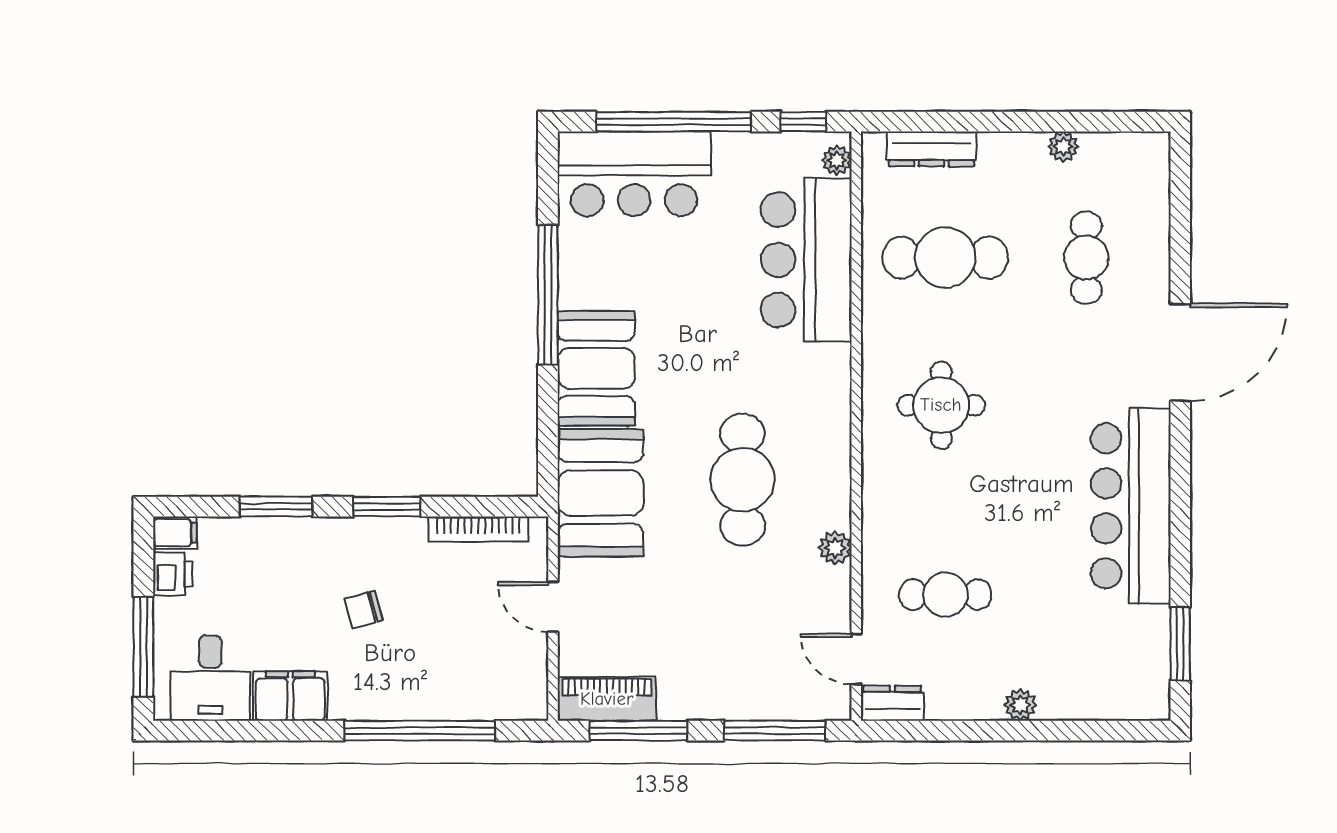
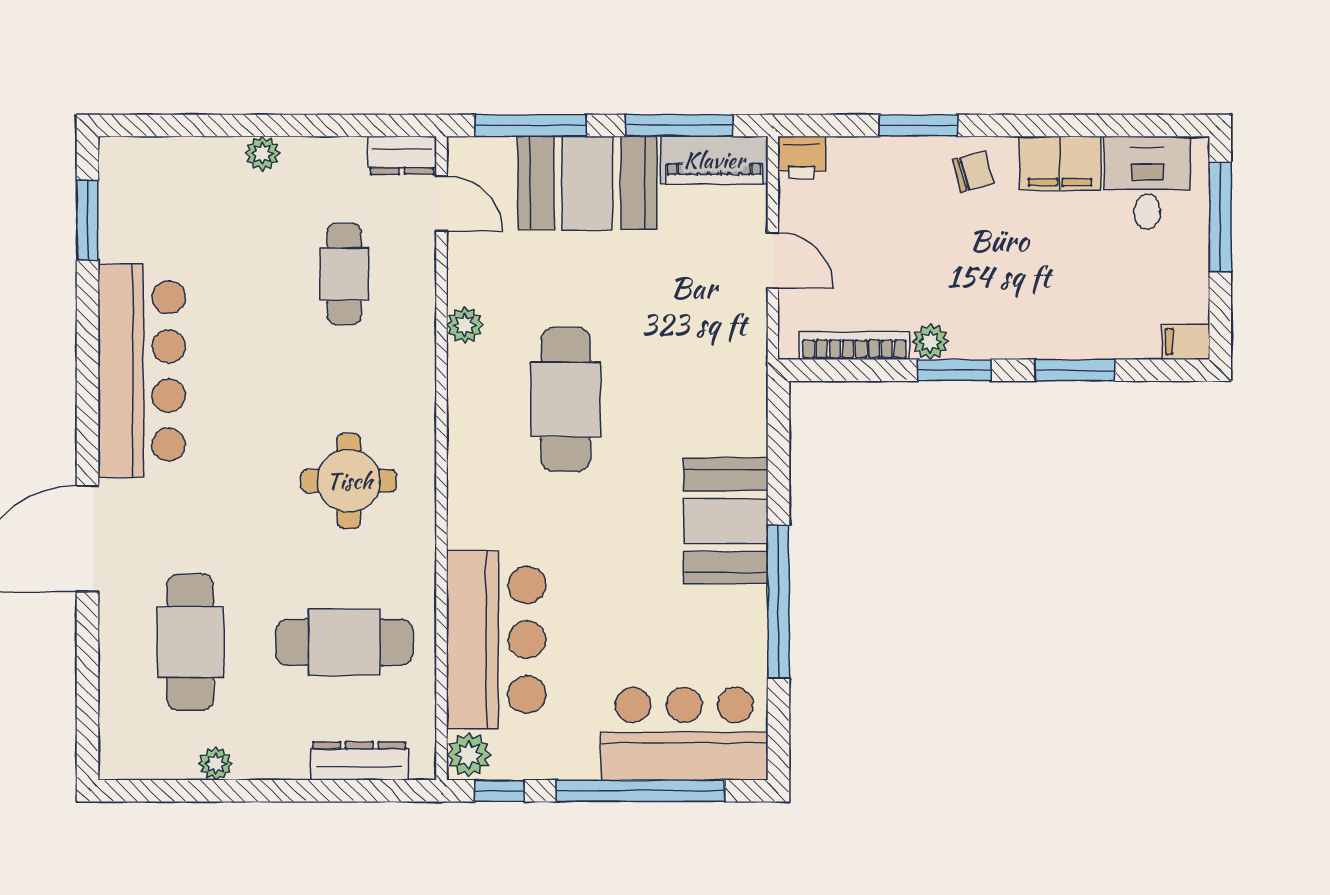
plant: (837, 160) -> (469, 755), width x1.38, depth x1.38
cafe table: (1086, 258) -> (190, 642), width x1.37, depth x1.35
booth: (600, 493) -> (587, 183), moved, turned 90
plant: (409, 533) -> (930, 342), added
printer: (173, 574) -> (802, 158), moved, turned -90
cafe table: (945, 595) -> (344, 274), turned 90
chair: (364, 610) -> (973, 172), moved
window: (420, 731) -> (918, 125), width x0.47

